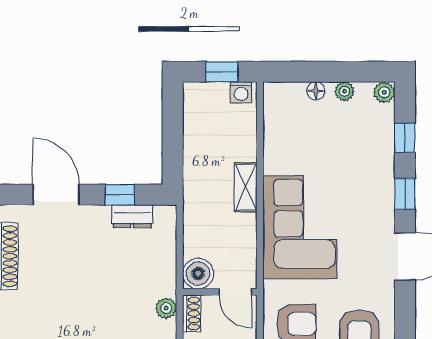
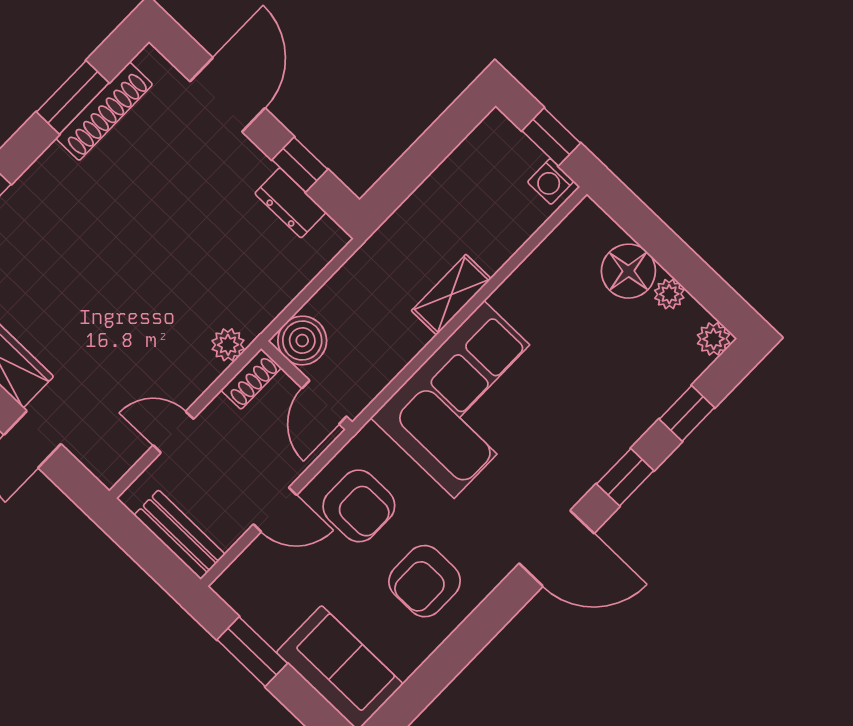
floor lamp: (316, 91) -> (628, 271), width x1.89, depth x1.89

